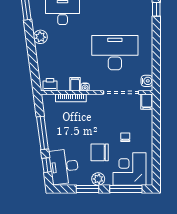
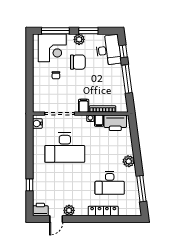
printer: (50, 85) -> (115, 123), width x1.87, depth x1.48
filing cabinet: (147, 102) -> (84, 106), moved

